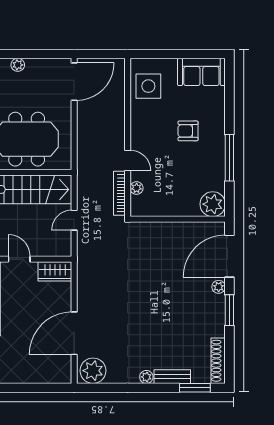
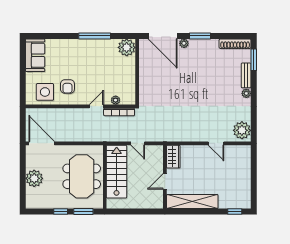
plant: (18, 65) -> (34, 178), width x1.88, depth x1.88
armchair: (188, 131) -> (67, 87), moved
door: (74, 333) -> (216, 143), width x0.53

